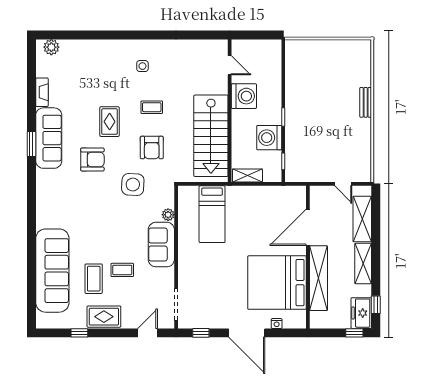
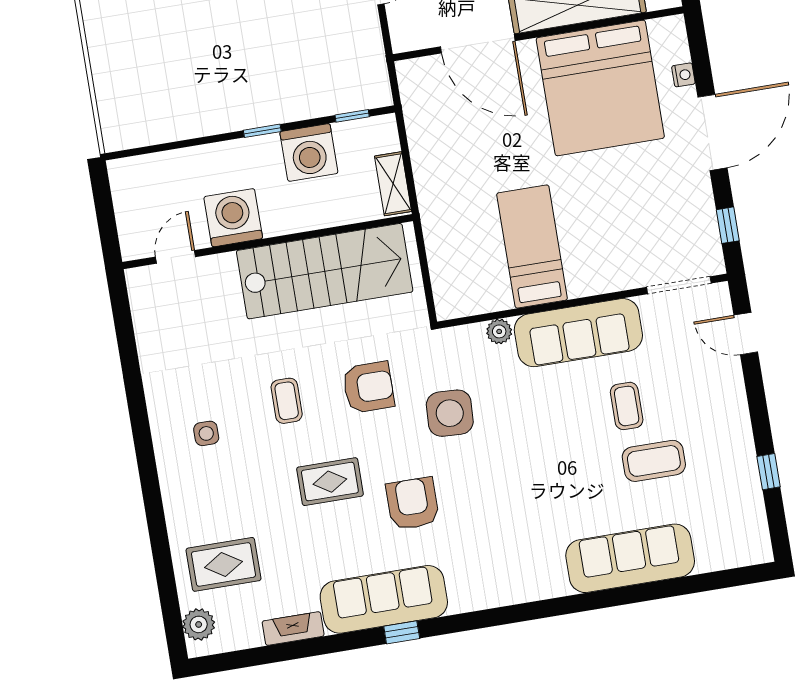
window: (31, 144) -> (402, 632), width x0.67
bed: (212, 214) -> (532, 247), moved, turned -90
sofa: (161, 245) -> (578, 333), width x1.36
sofa: (52, 271) -> (630, 558), width x0.74, depth x0.79
rug: (104, 317) -> (223, 564), moved, turned 90

